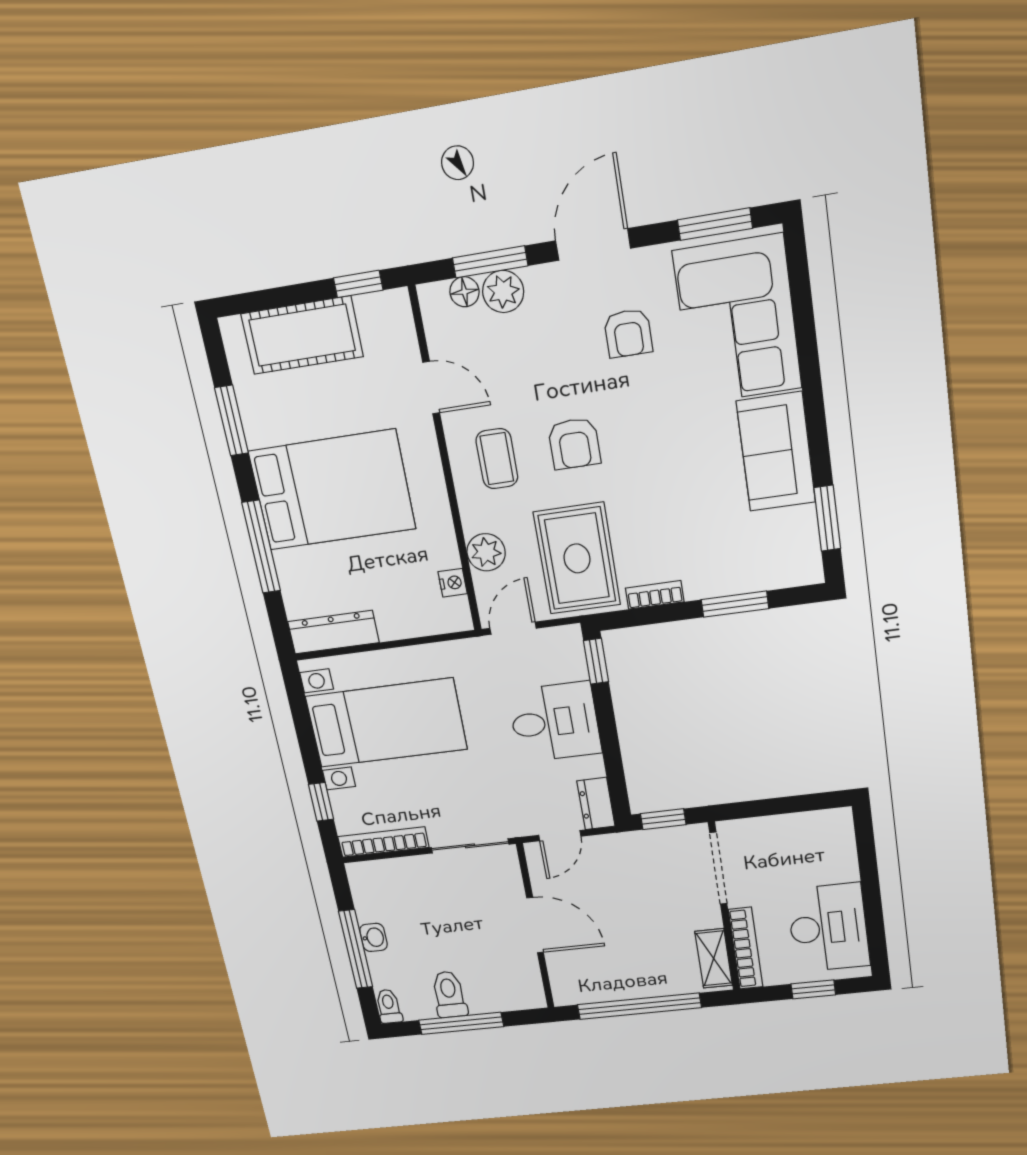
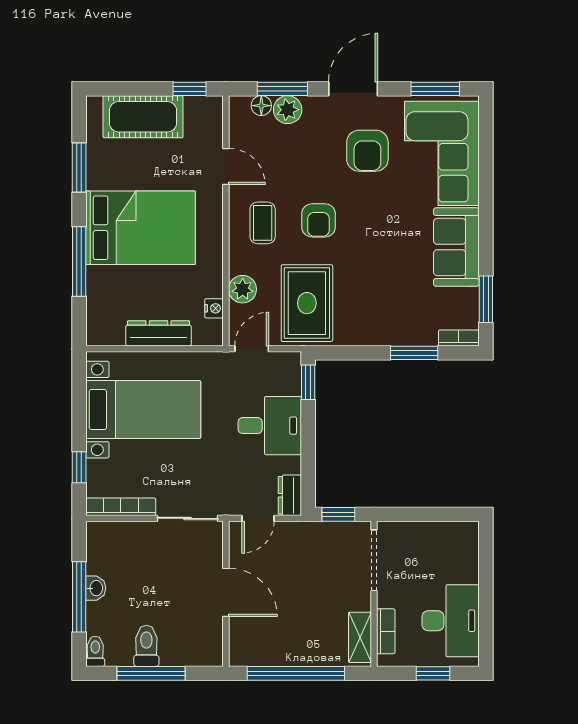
armchair: (628, 333) -> (367, 151), width x1.38, depth x1.38
bookcase: (655, 595) -> (459, 338), moved
dresser: (333, 632) -> (159, 333), moved
bookcase: (746, 948) -> (386, 631), width x0.64

